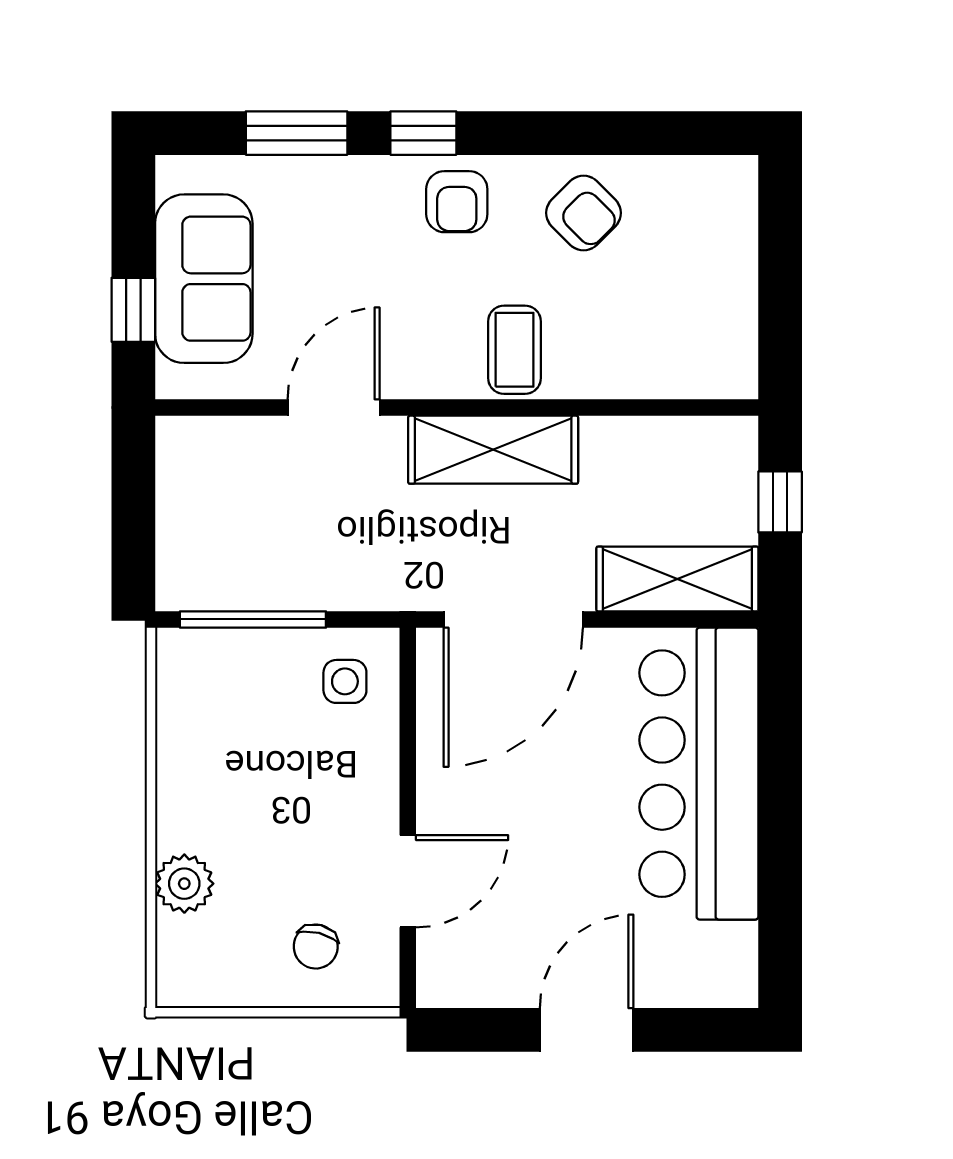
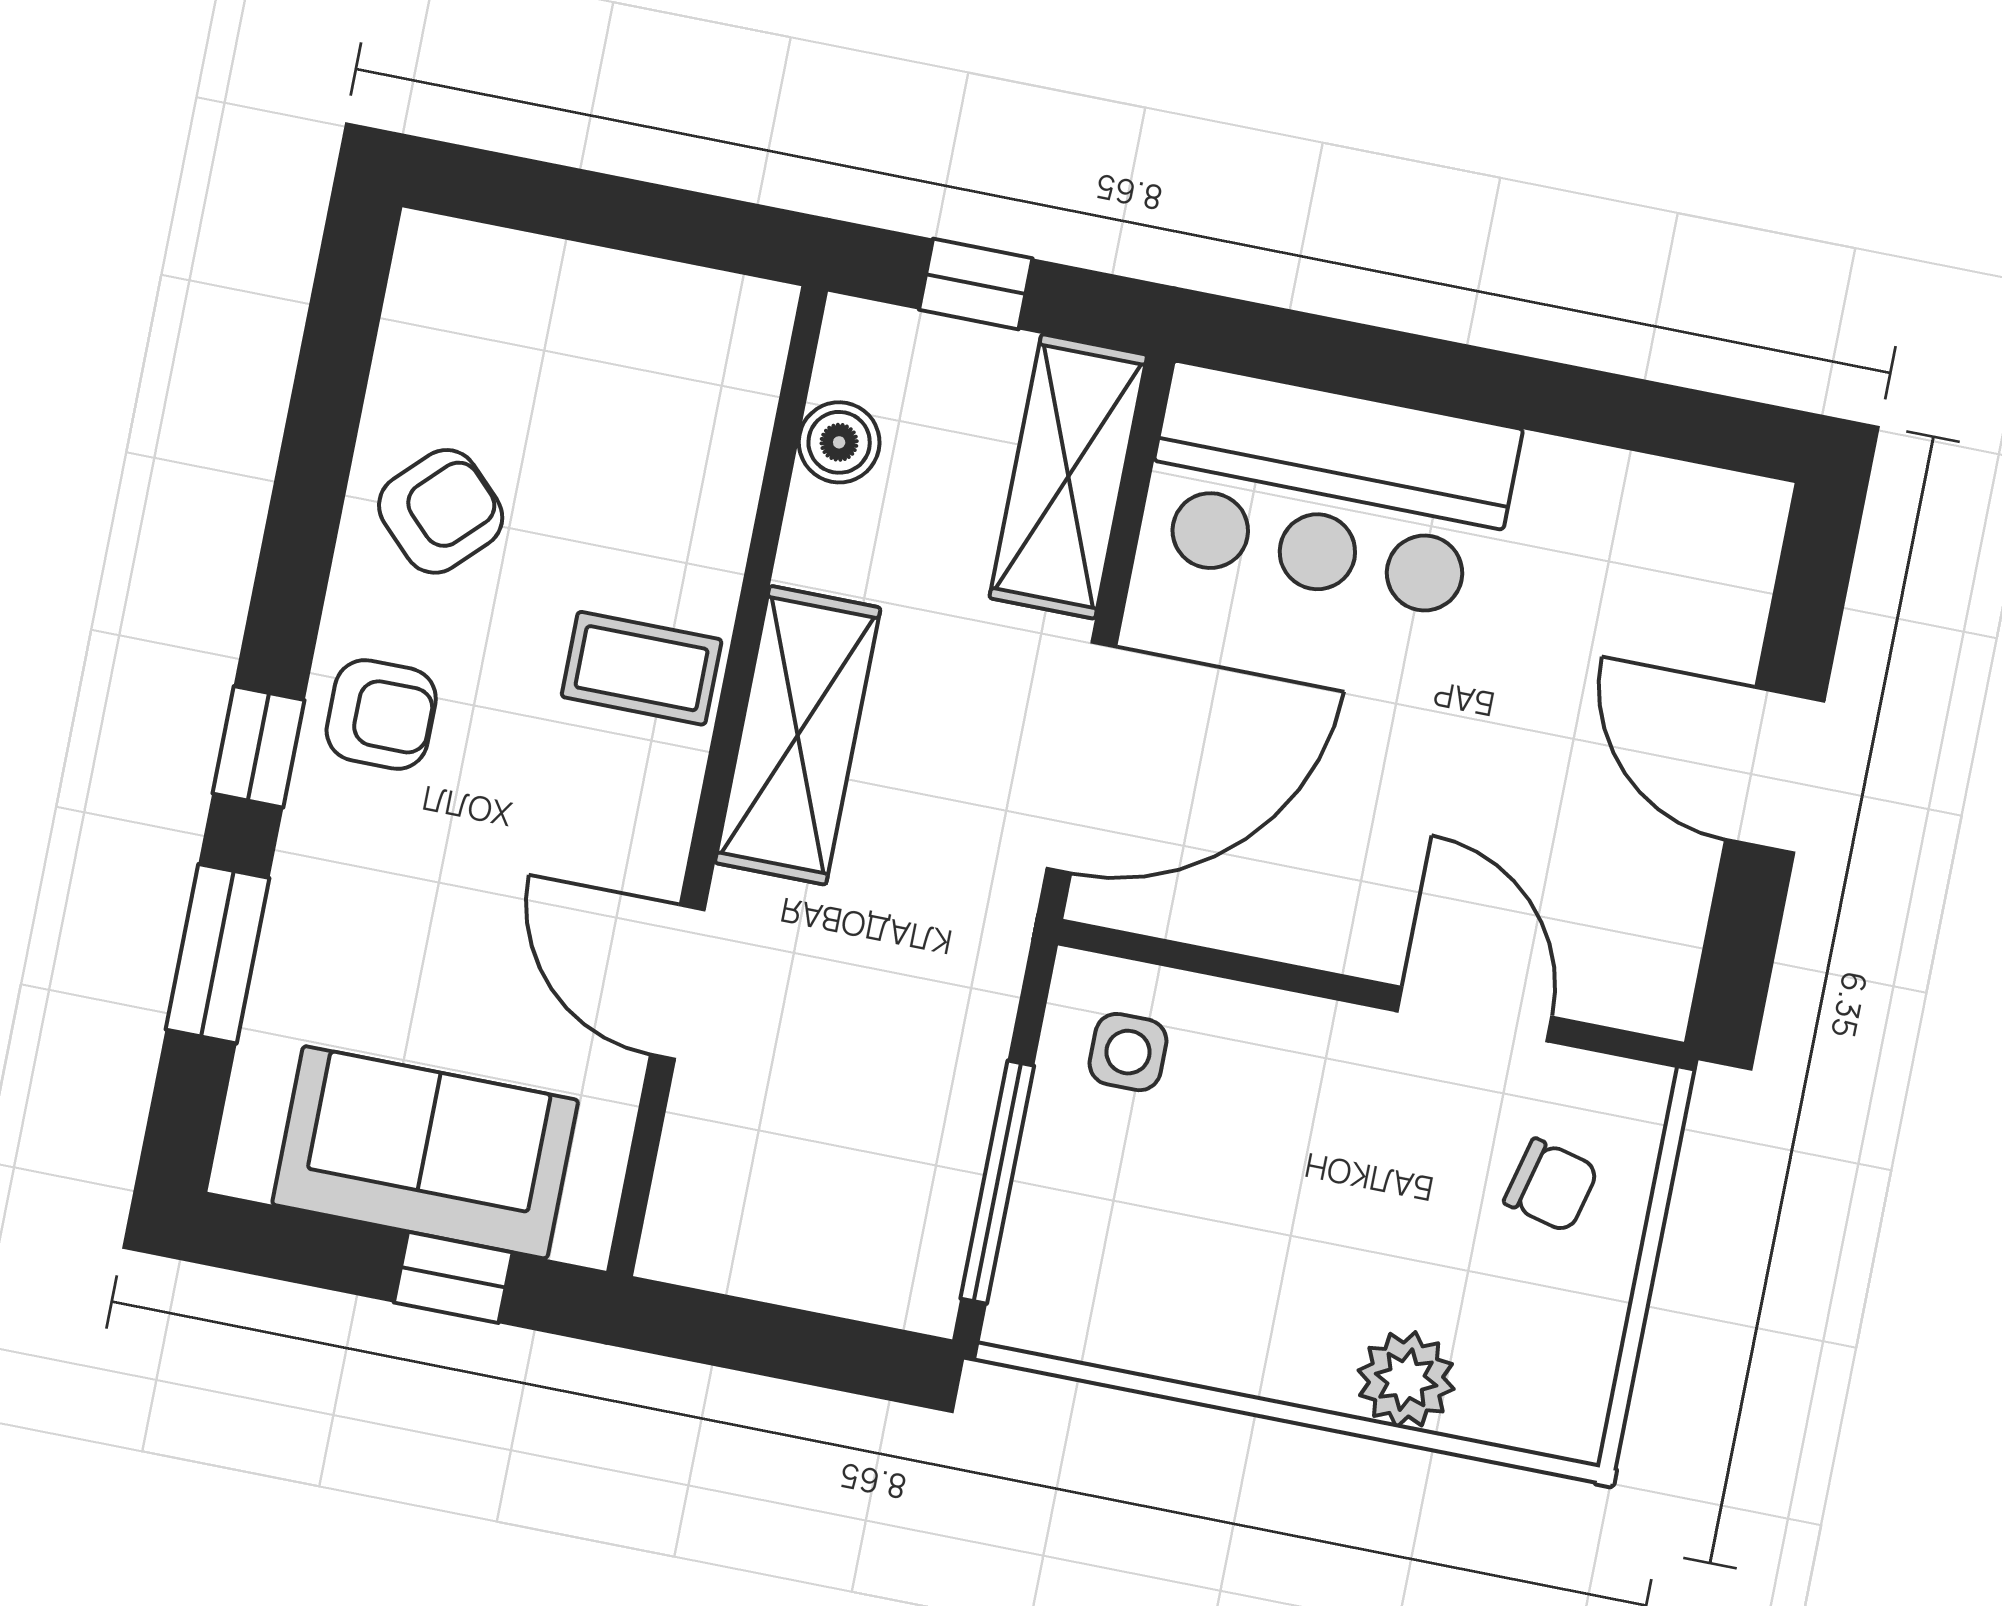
boiler: (671, 440) -> (839, 442), added
door: (513, 619) -> (1081, 757), hinge flipped
bar counter: (699, 774) -> (1329, 492), width x0.73

